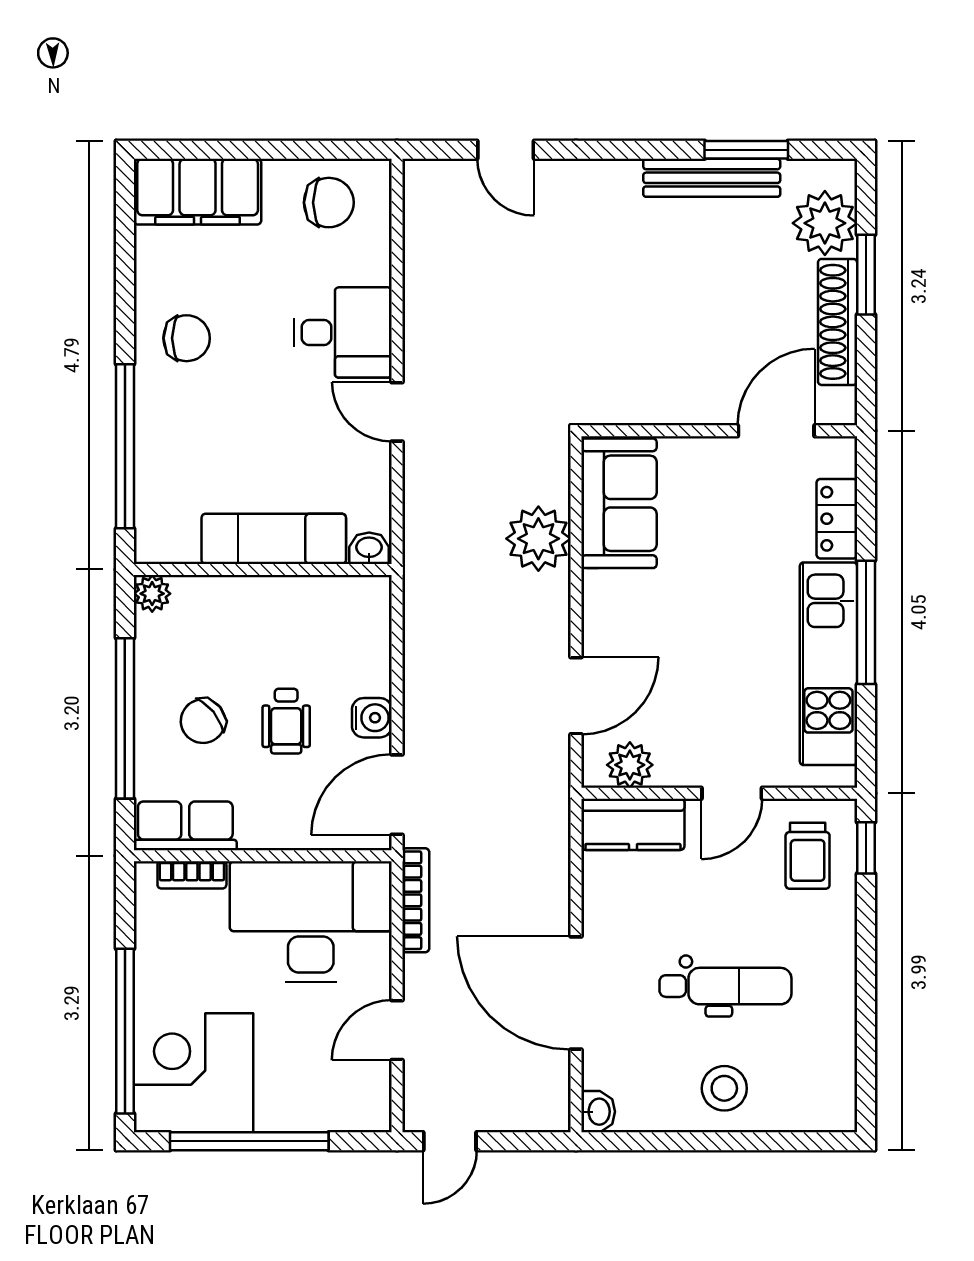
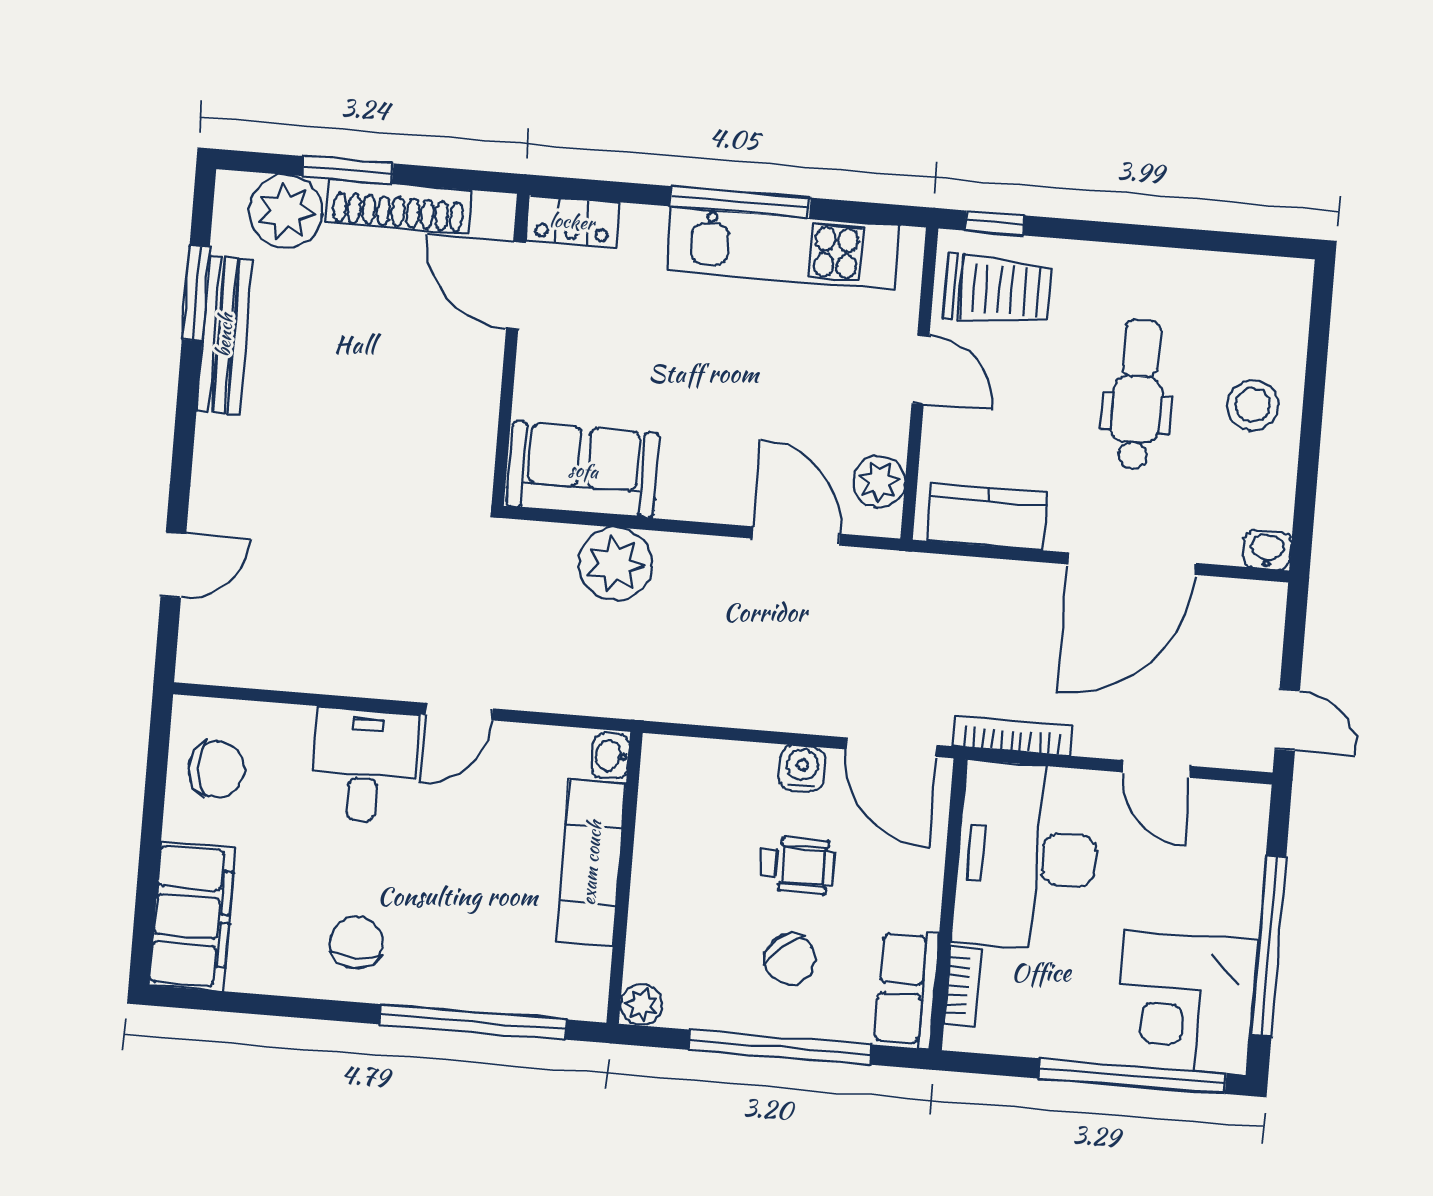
chair: (329, 203) -> (217, 769), turned 87
locker: (837, 519) -> (572, 221), moved
kitchen counter: (633, 824) -> (987, 516), moved, turned -90
trolley: (808, 856) -> (998, 290), width x1.36, depth x1.39

